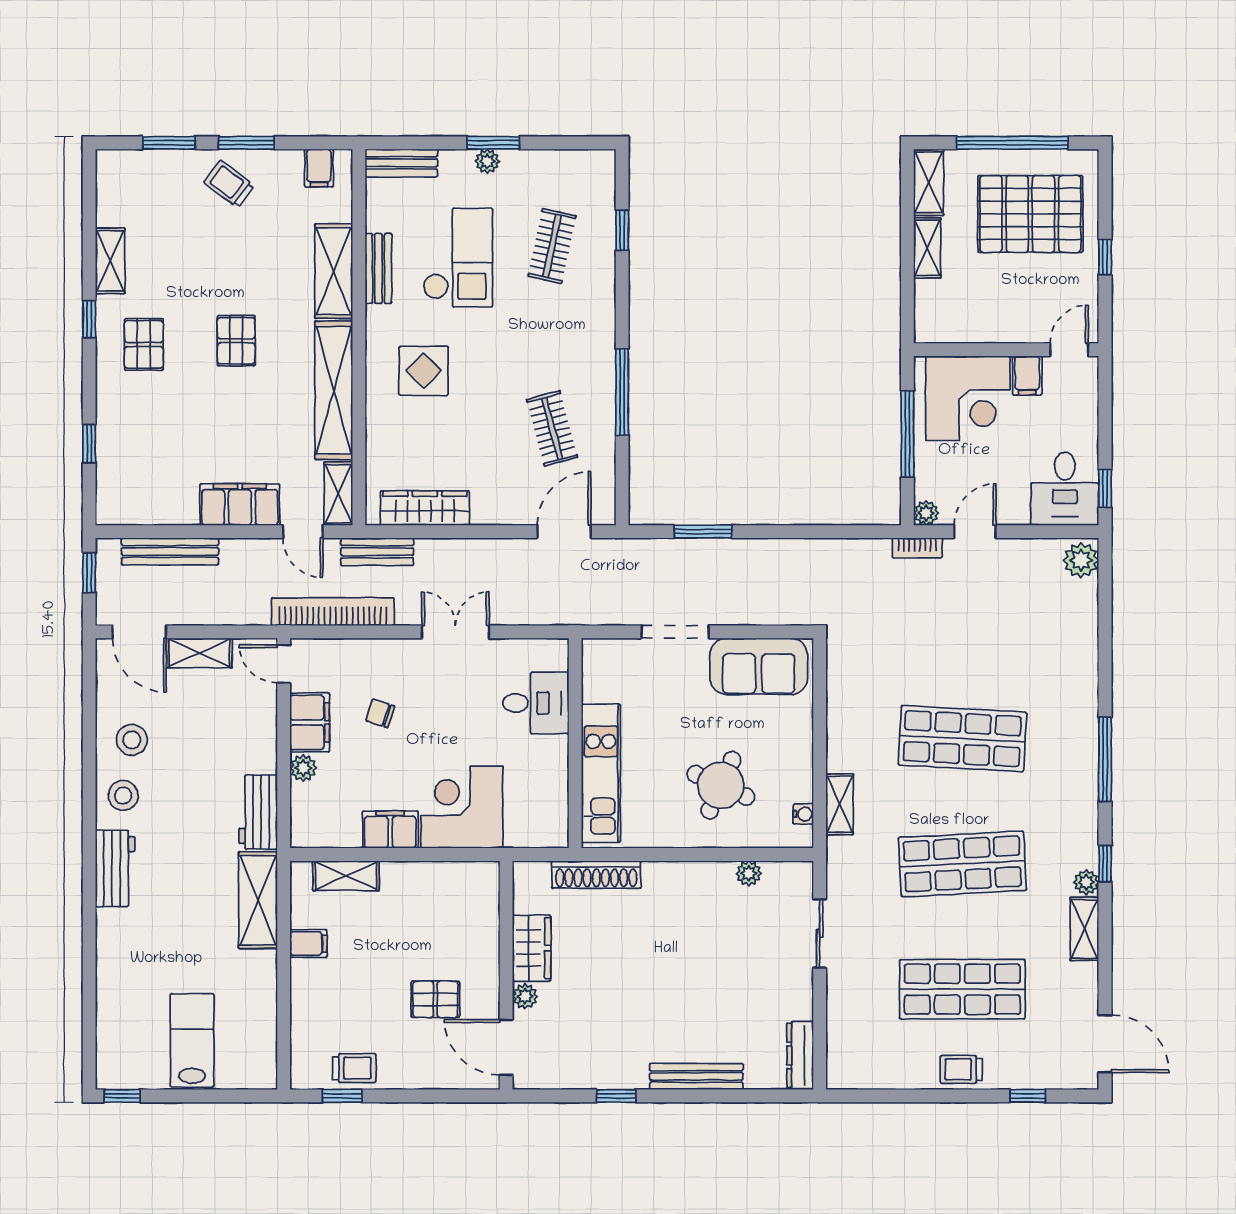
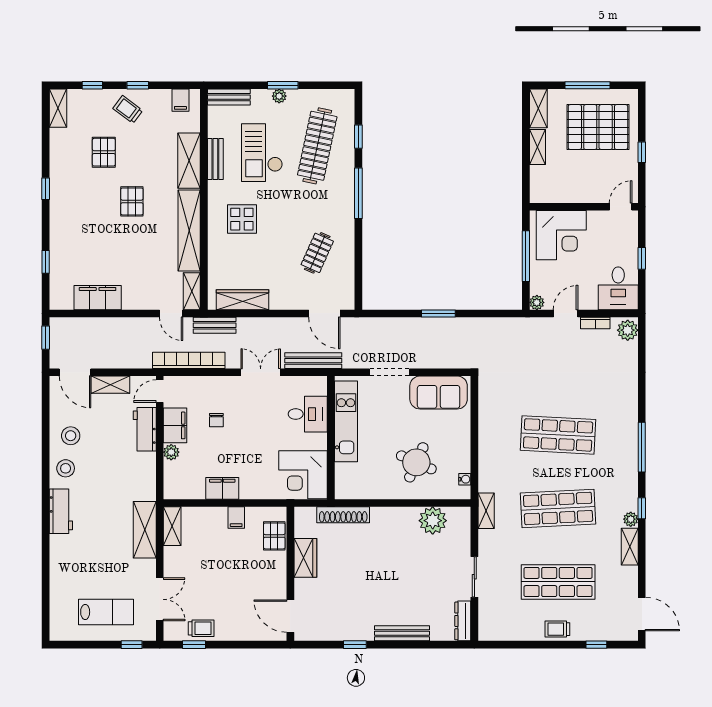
window: (169, 143) -> (92, 85), width x0.67
window: (246, 143) -> (138, 85), width x0.67
window: (1013, 143) -> (588, 85), width x0.68
clothes rail: (552, 246) -> (317, 146), width x1.86, depth x1.31
checkout: (458, 258) -> (262, 153), turned 180
shelving: (110, 261) -> (58, 108), moved
pallet: (144, 344) -> (104, 152), moved
filing cabinet: (1027, 376) -> (596, 222), removed
window: (622, 392) -> (358, 193), moved
clothes rail: (552, 428) -> (317, 253), turned 39
window: (1105, 489) -> (642, 258), moved
filing cabinet: (240, 505) -> (98, 298), moved
door: (564, 532) -> (324, 313), swing flipped
window: (703, 532) -> (438, 313), moved
bookcase: (917, 548) -> (595, 323), moved
bench: (170, 551) -> (313, 361), moved
door: (284, 664) -> (160, 391), hinge flipped
chair: (380, 713) -> (216, 420), turned -108
kitchen unit: (601, 773) -> (346, 421), moved
shelving: (840, 804) -> (486, 511), moved
corner desk: (462, 807) -> (303, 475), moved, turned -90
workbench: (258, 812) -> (145, 429), moved
plant: (749, 873) -> (433, 521), width x1.87, depth x1.87
shelving: (346, 876) -> (172, 526), moved, turned 90
sliding door: (820, 933) -> (474, 577), moved
filing cabinet: (308, 943) -> (236, 518), moved, turned 90
plant: (525, 996) -> (301, 586), removed
pallet: (435, 999) -> (274, 536), moved, turned 90
double door: (284, 1019) -> (160, 599), added
lab bench: (192, 1040) -> (106, 612), turned 90
window: (122, 1096) -> (132, 645), moved

